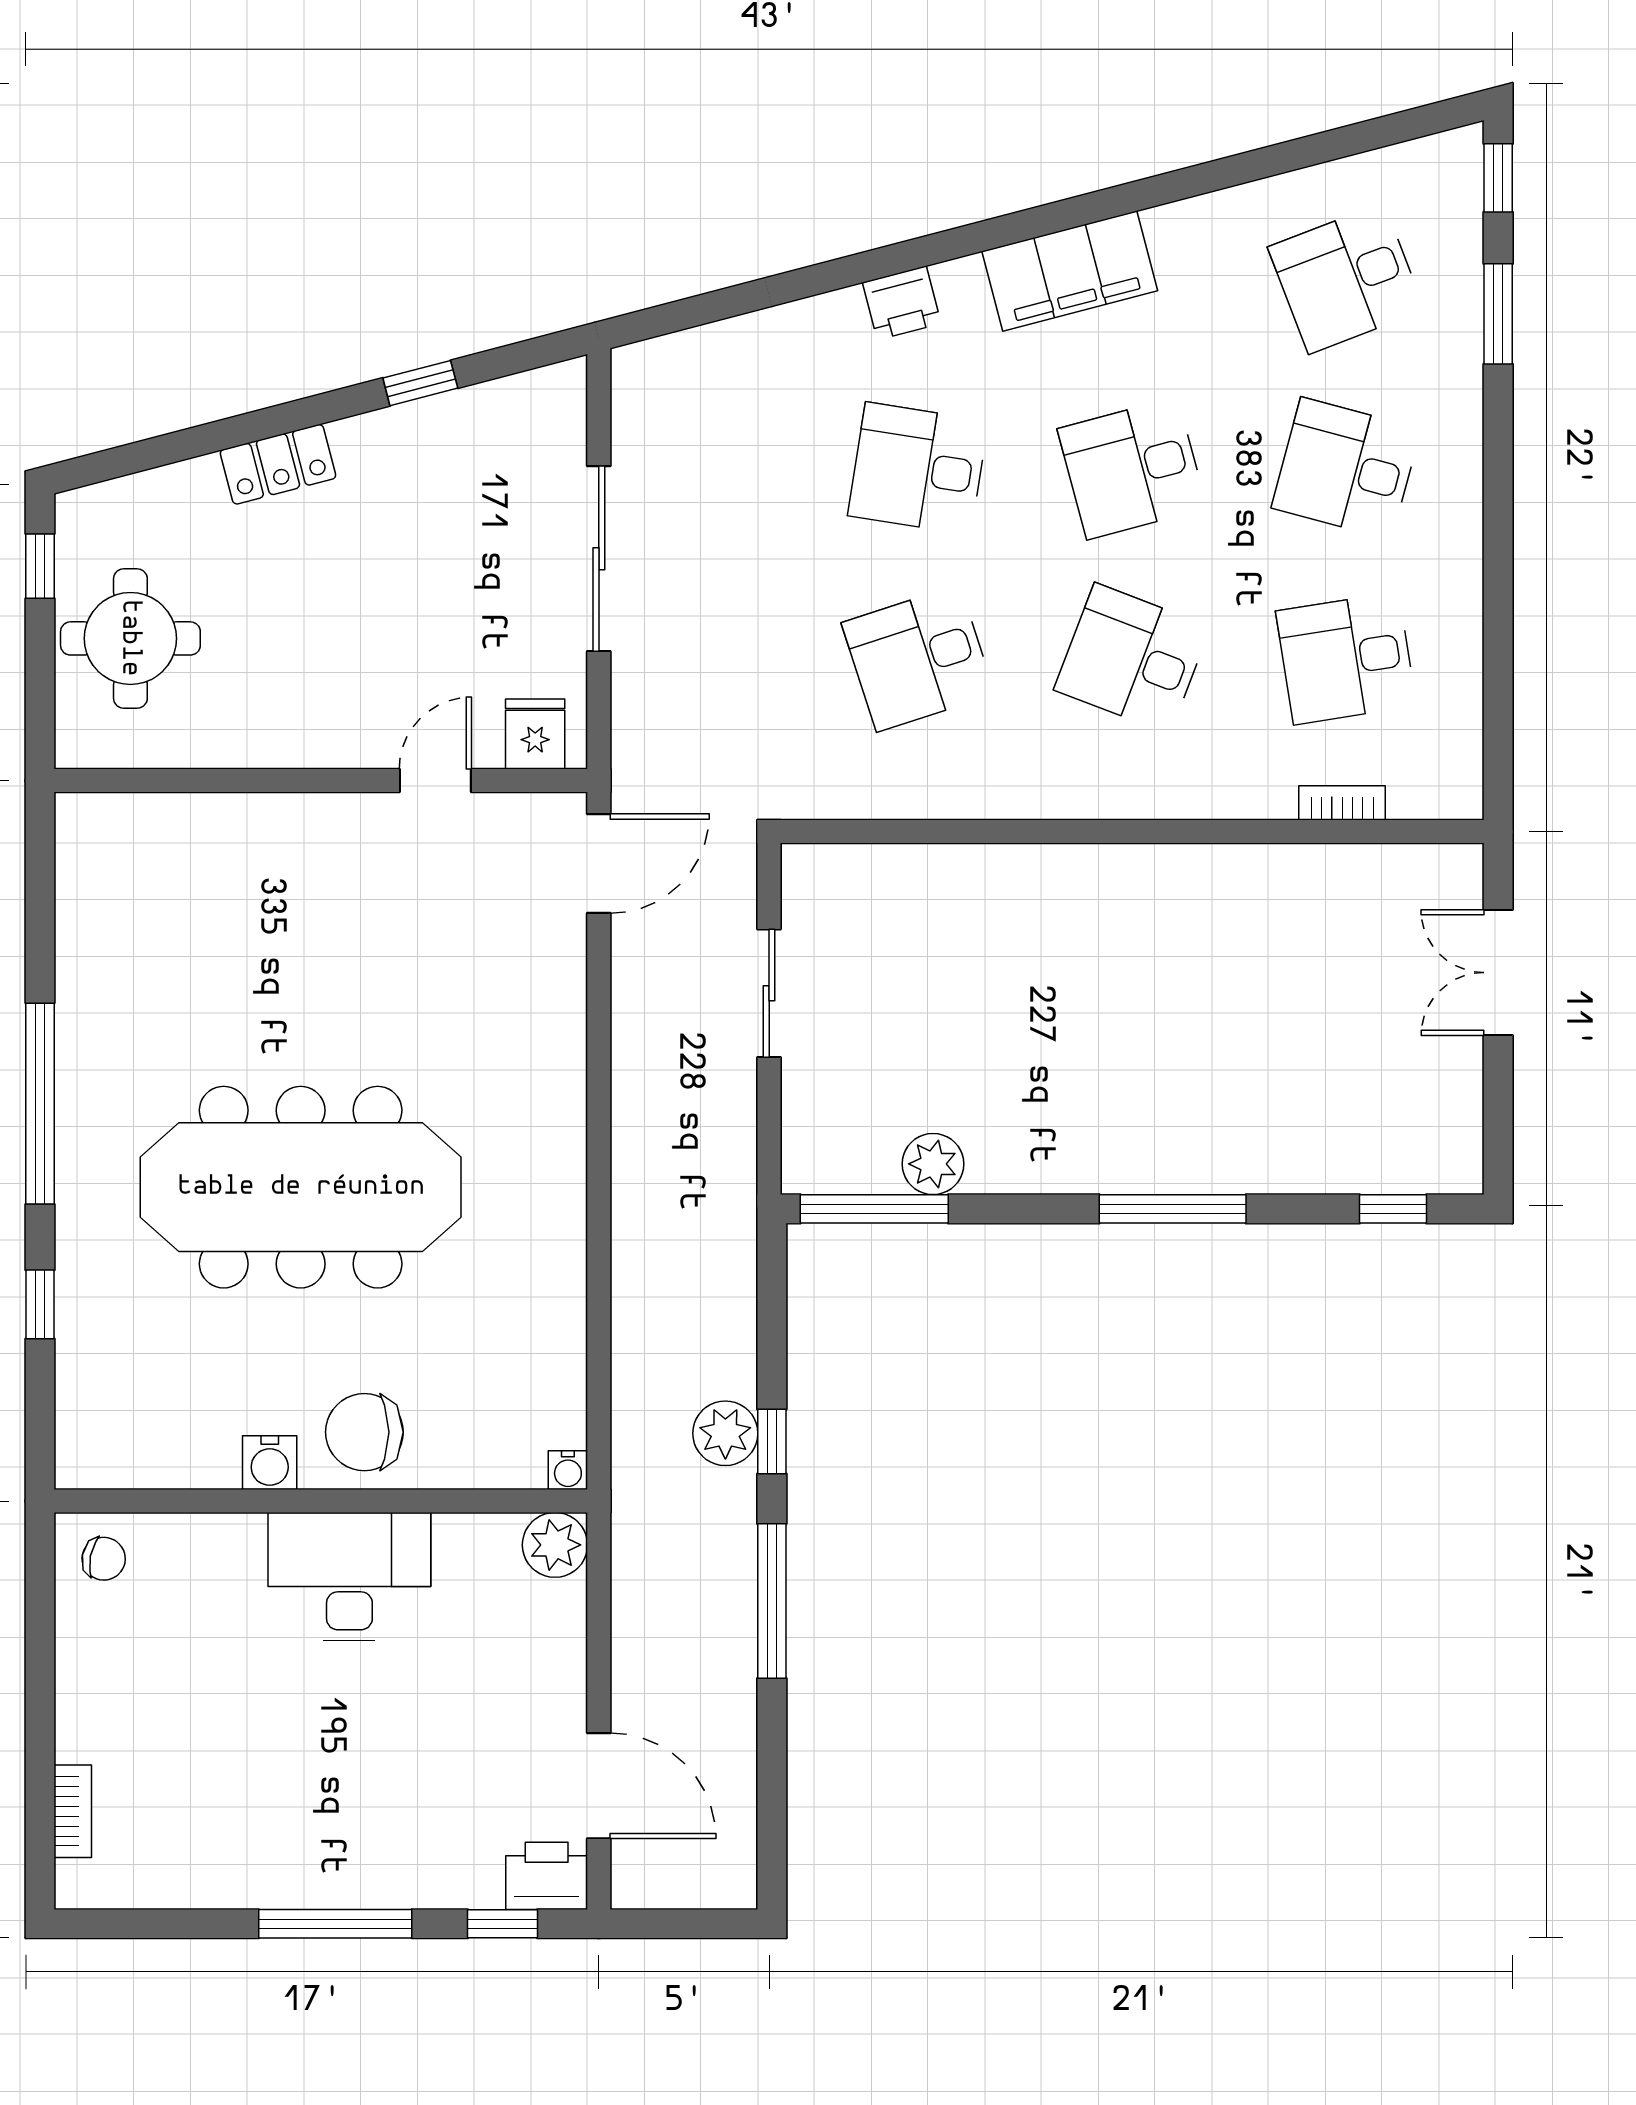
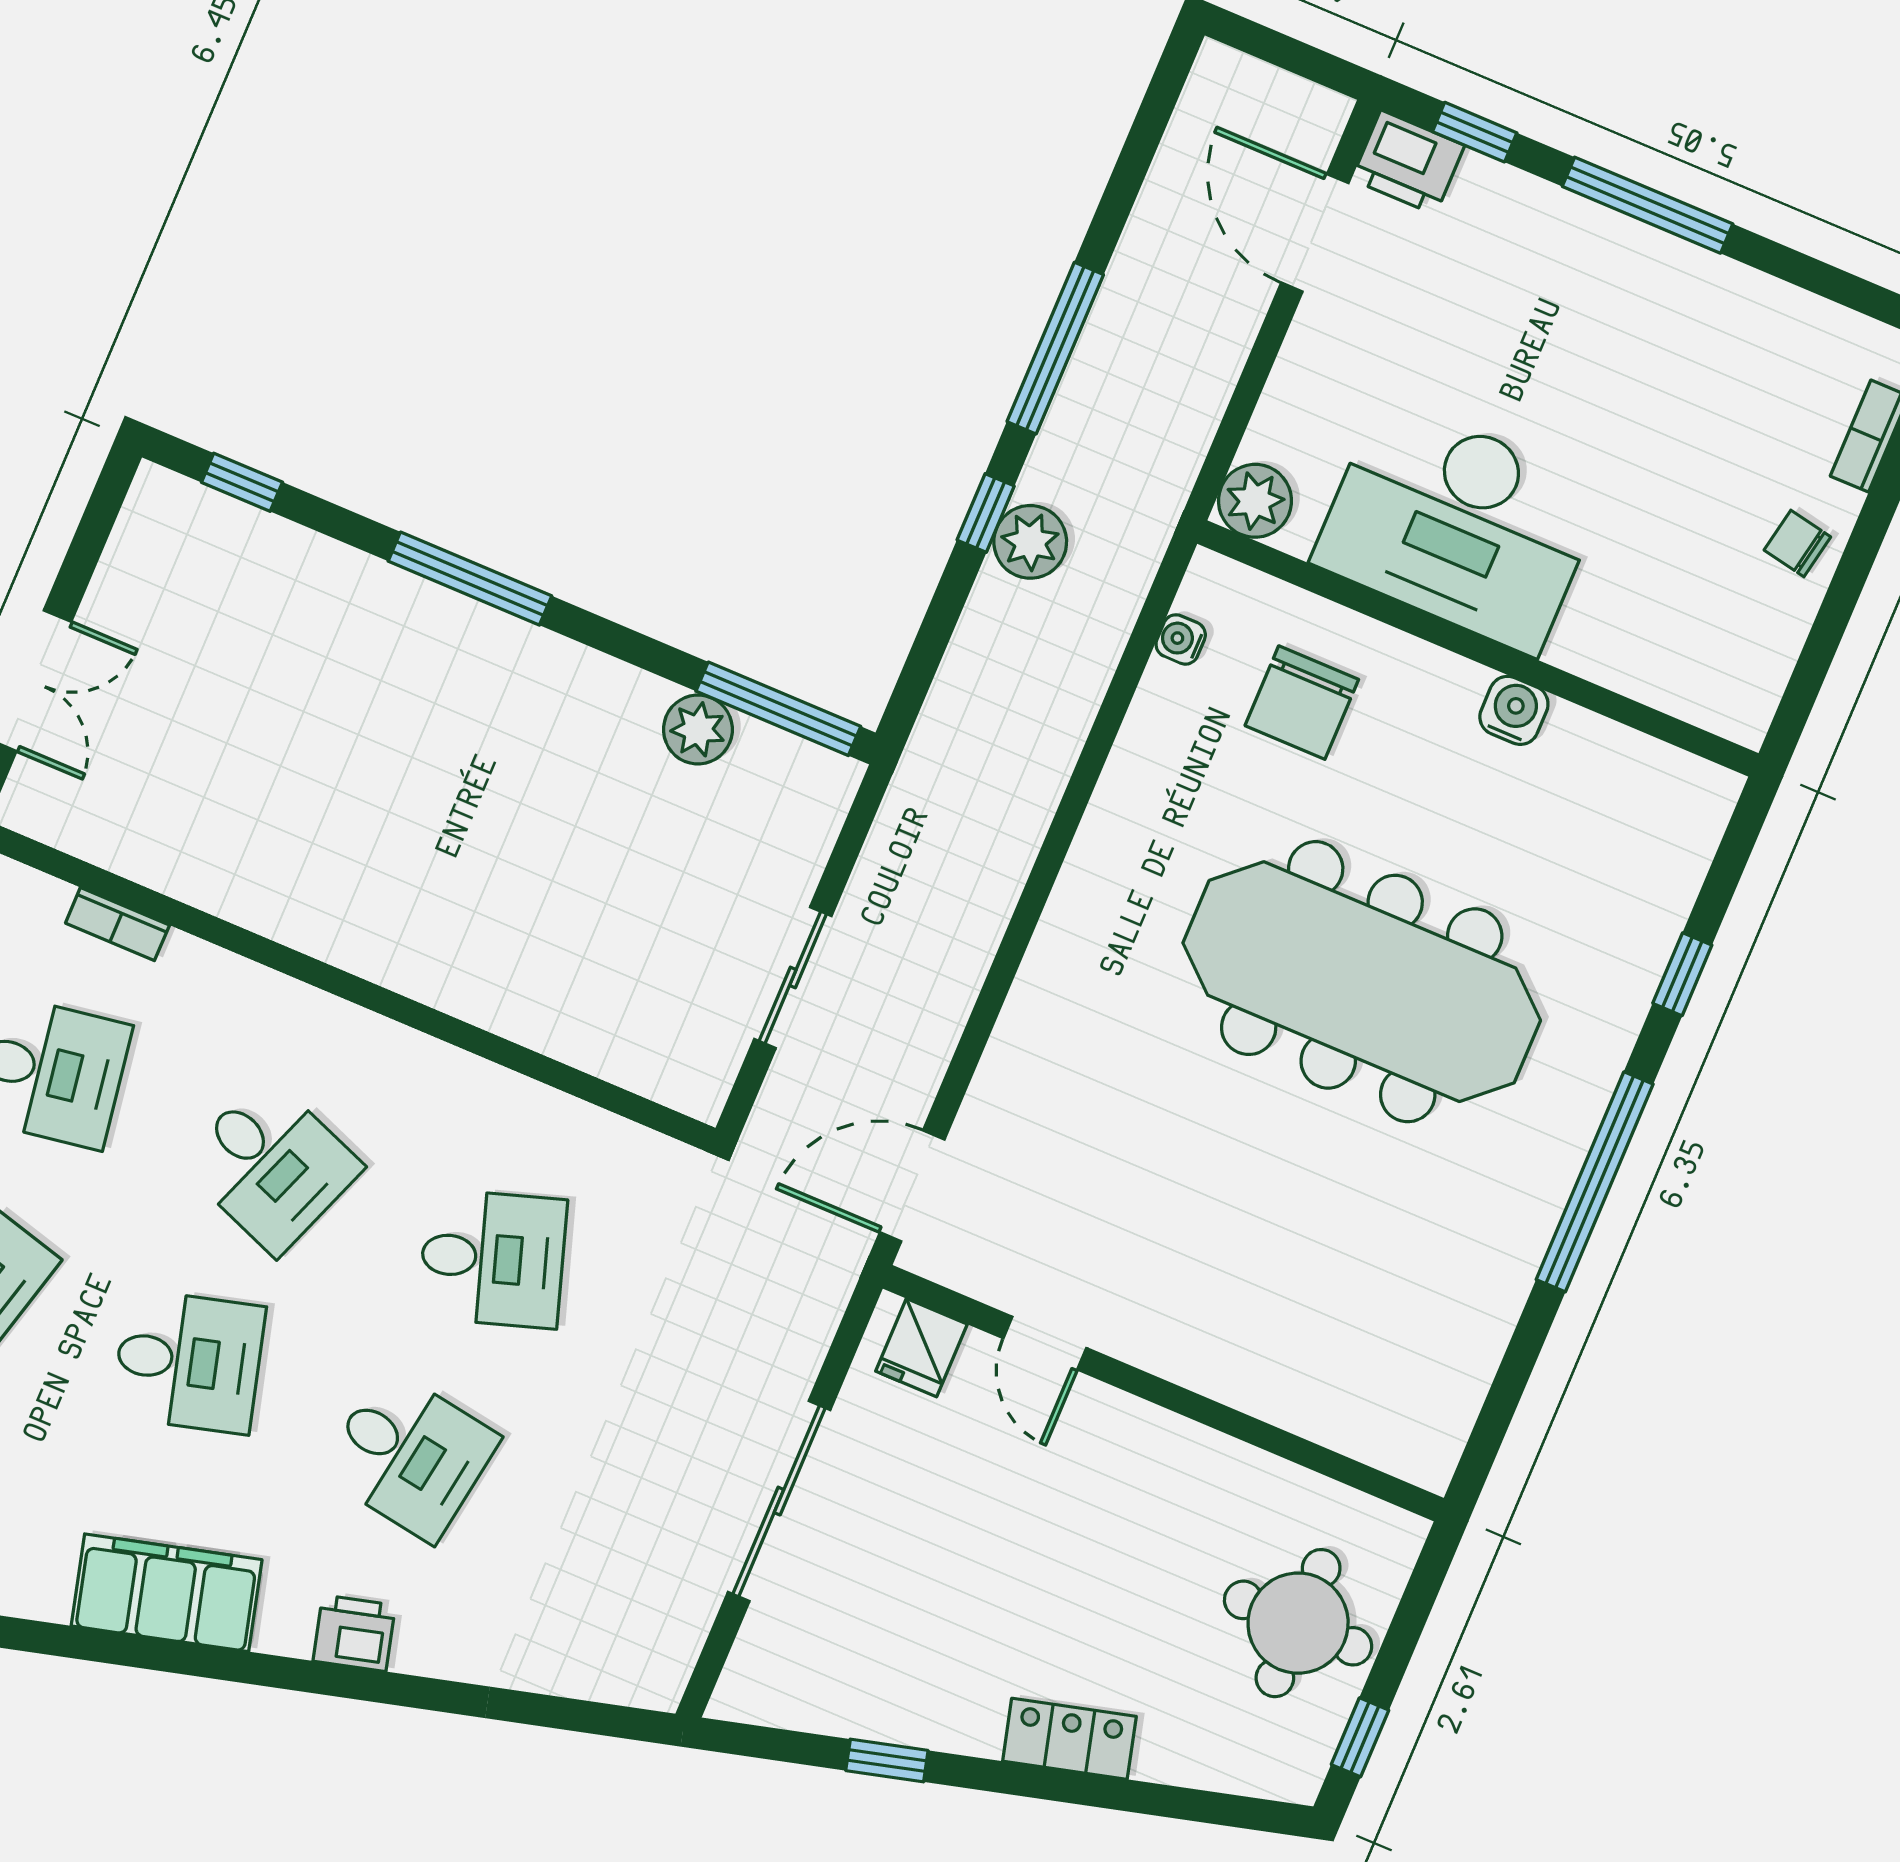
door: (435, 780) -> (1045, 1343), hinge flipped
chair: (364, 1432) -> (1302, 703), moved, turned 90
water cooler: (568, 1470) -> (1181, 639), moved, turned -90
chair: (104, 1559) -> (1797, 543), moved
desk: (349, 1576) -> (1459, 525), width x1.36, depth x1.30

